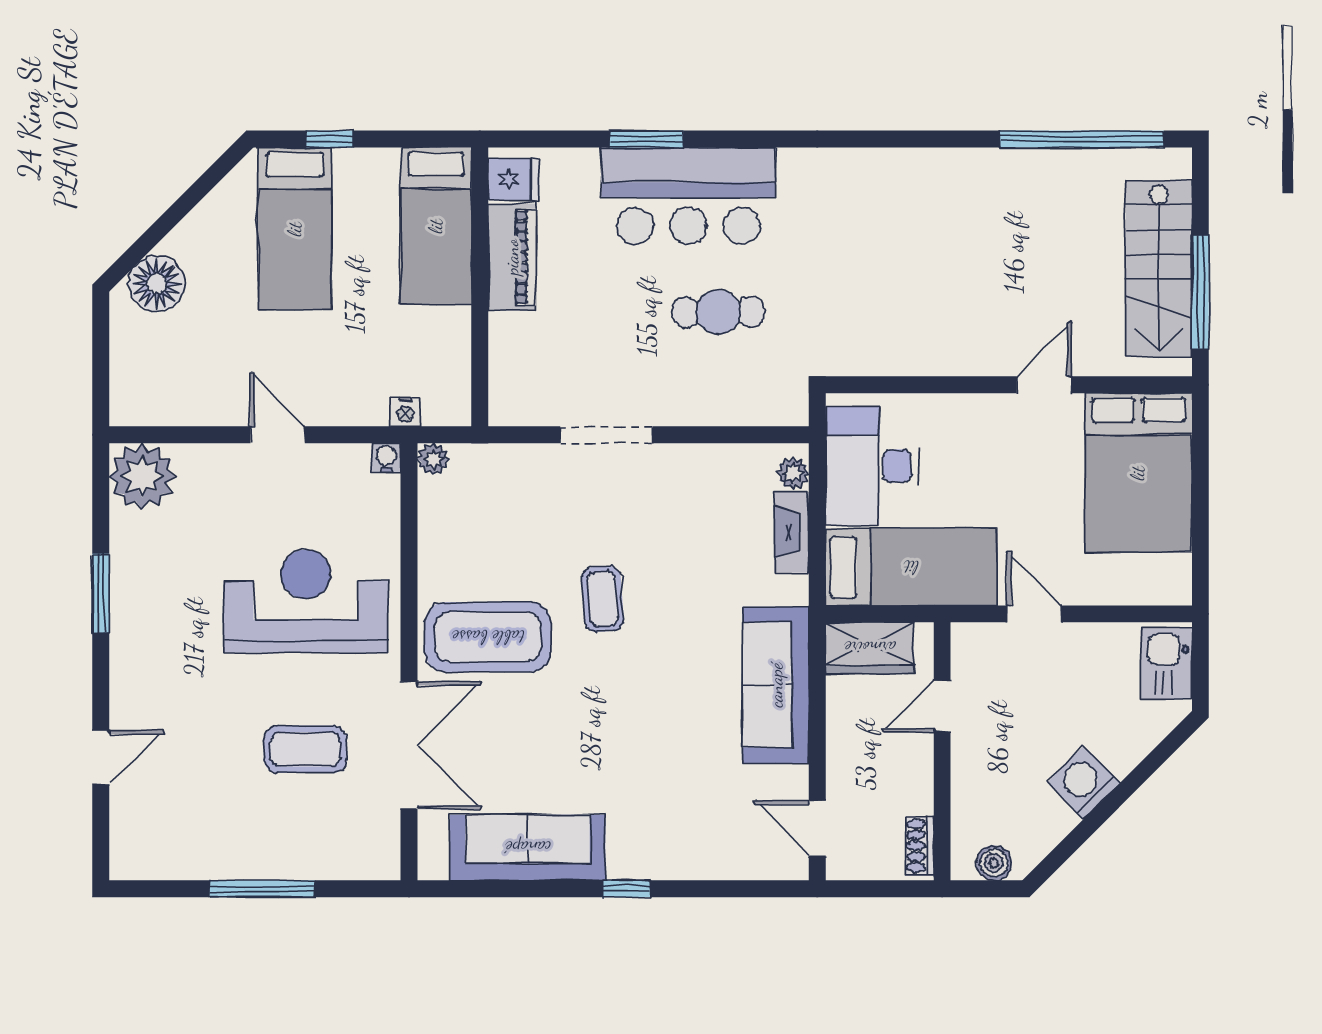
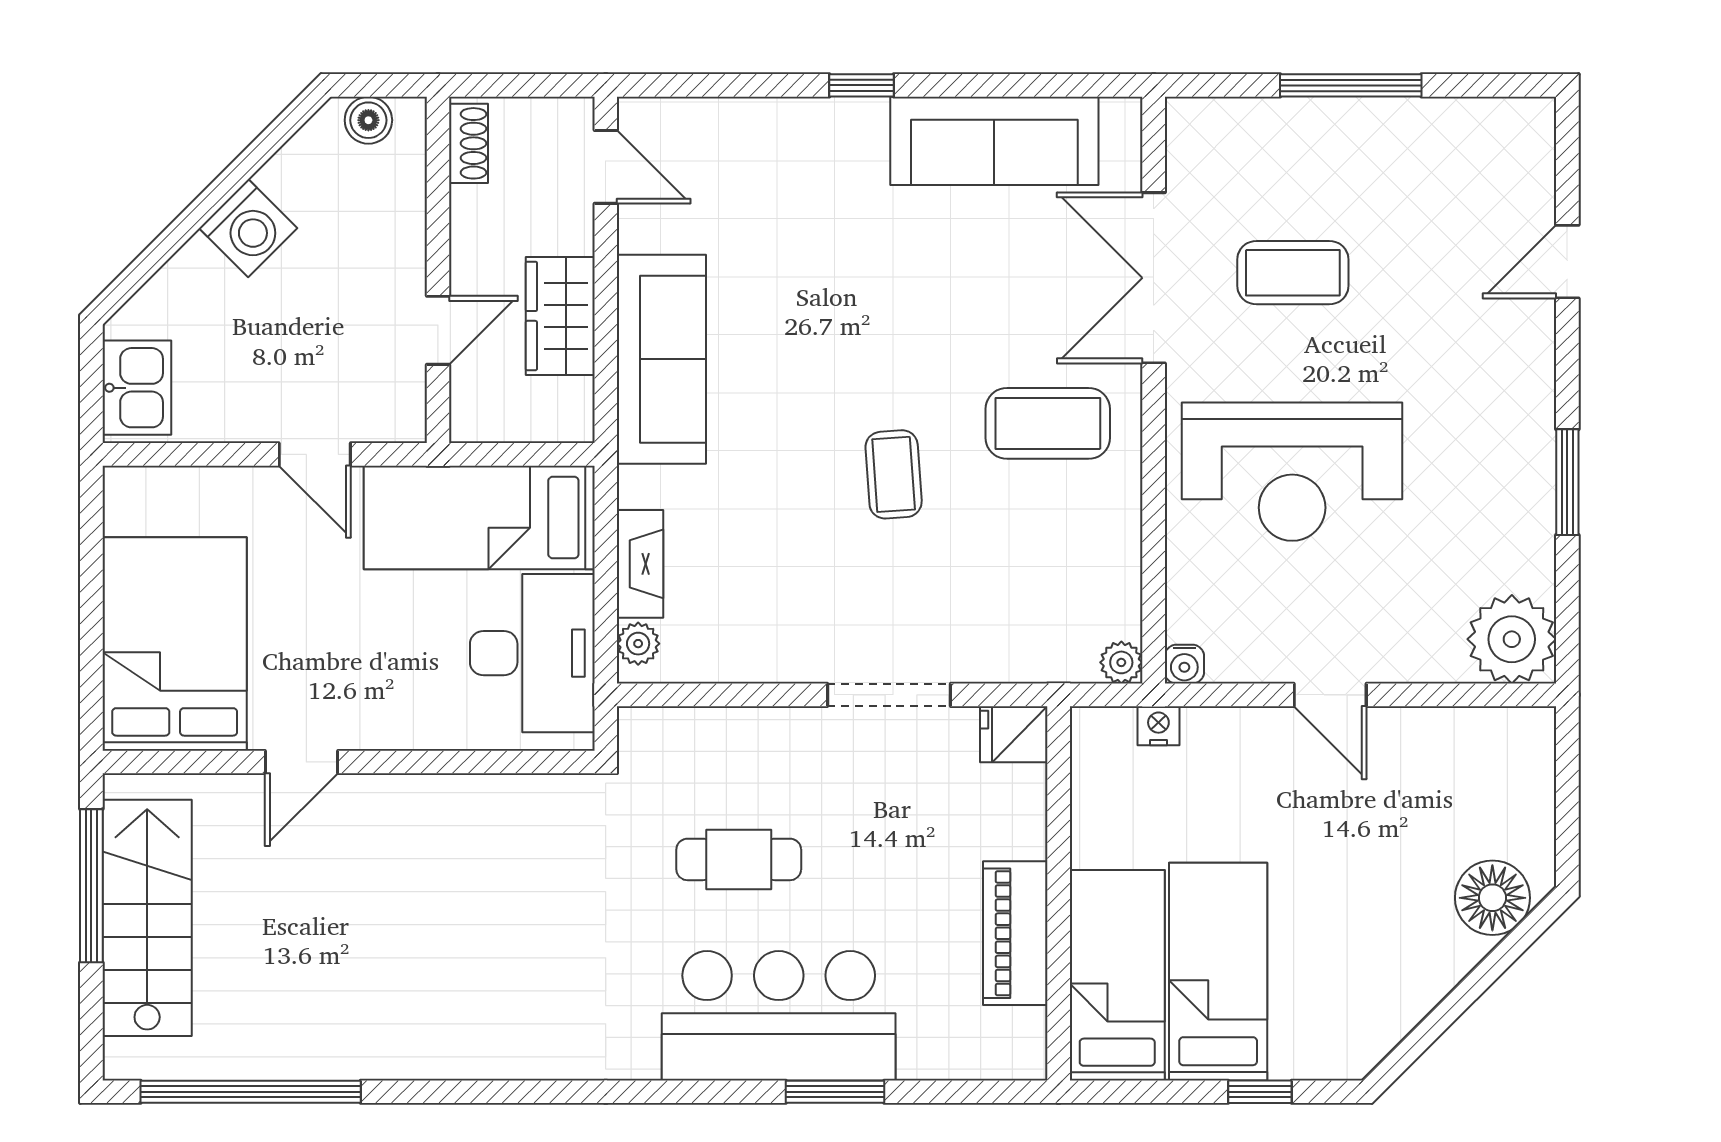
fridge: (513, 179) -> (1014, 734), moved
bed: (295, 229) -> (1218, 972), moved
coffee table: (488, 637) -> (1048, 423), width x0.73, depth x0.76
wardrobe: (870, 648) -> (560, 316), moved, turned -90

